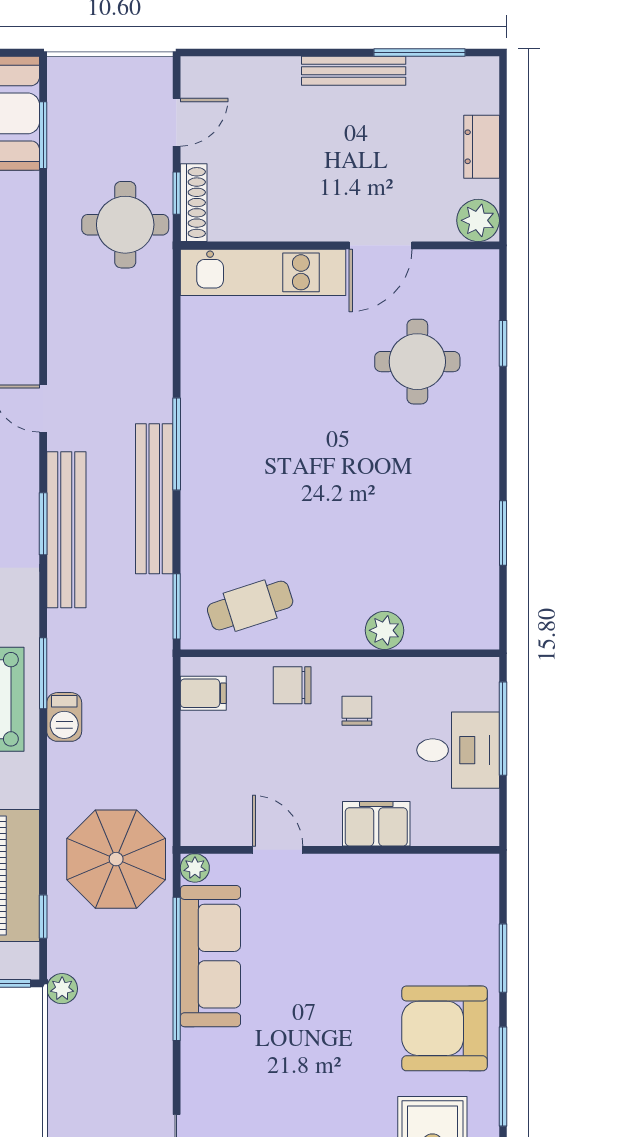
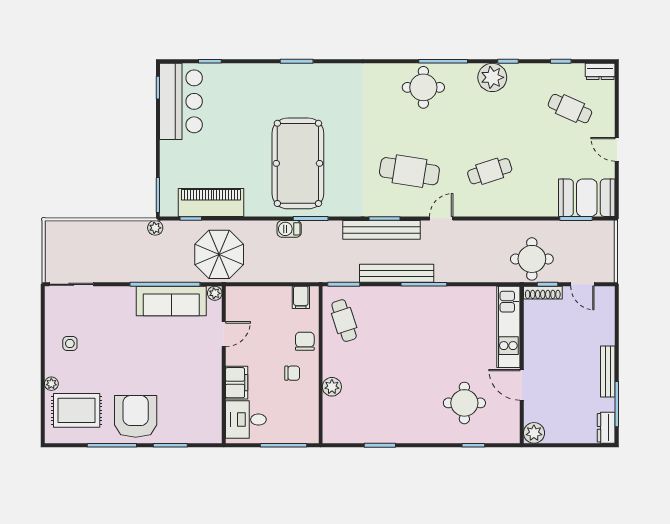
dresser: (482, 147) -> (606, 428), moved, turned -90
desk: (458, 750) -> (246, 420), moved, turned 90

